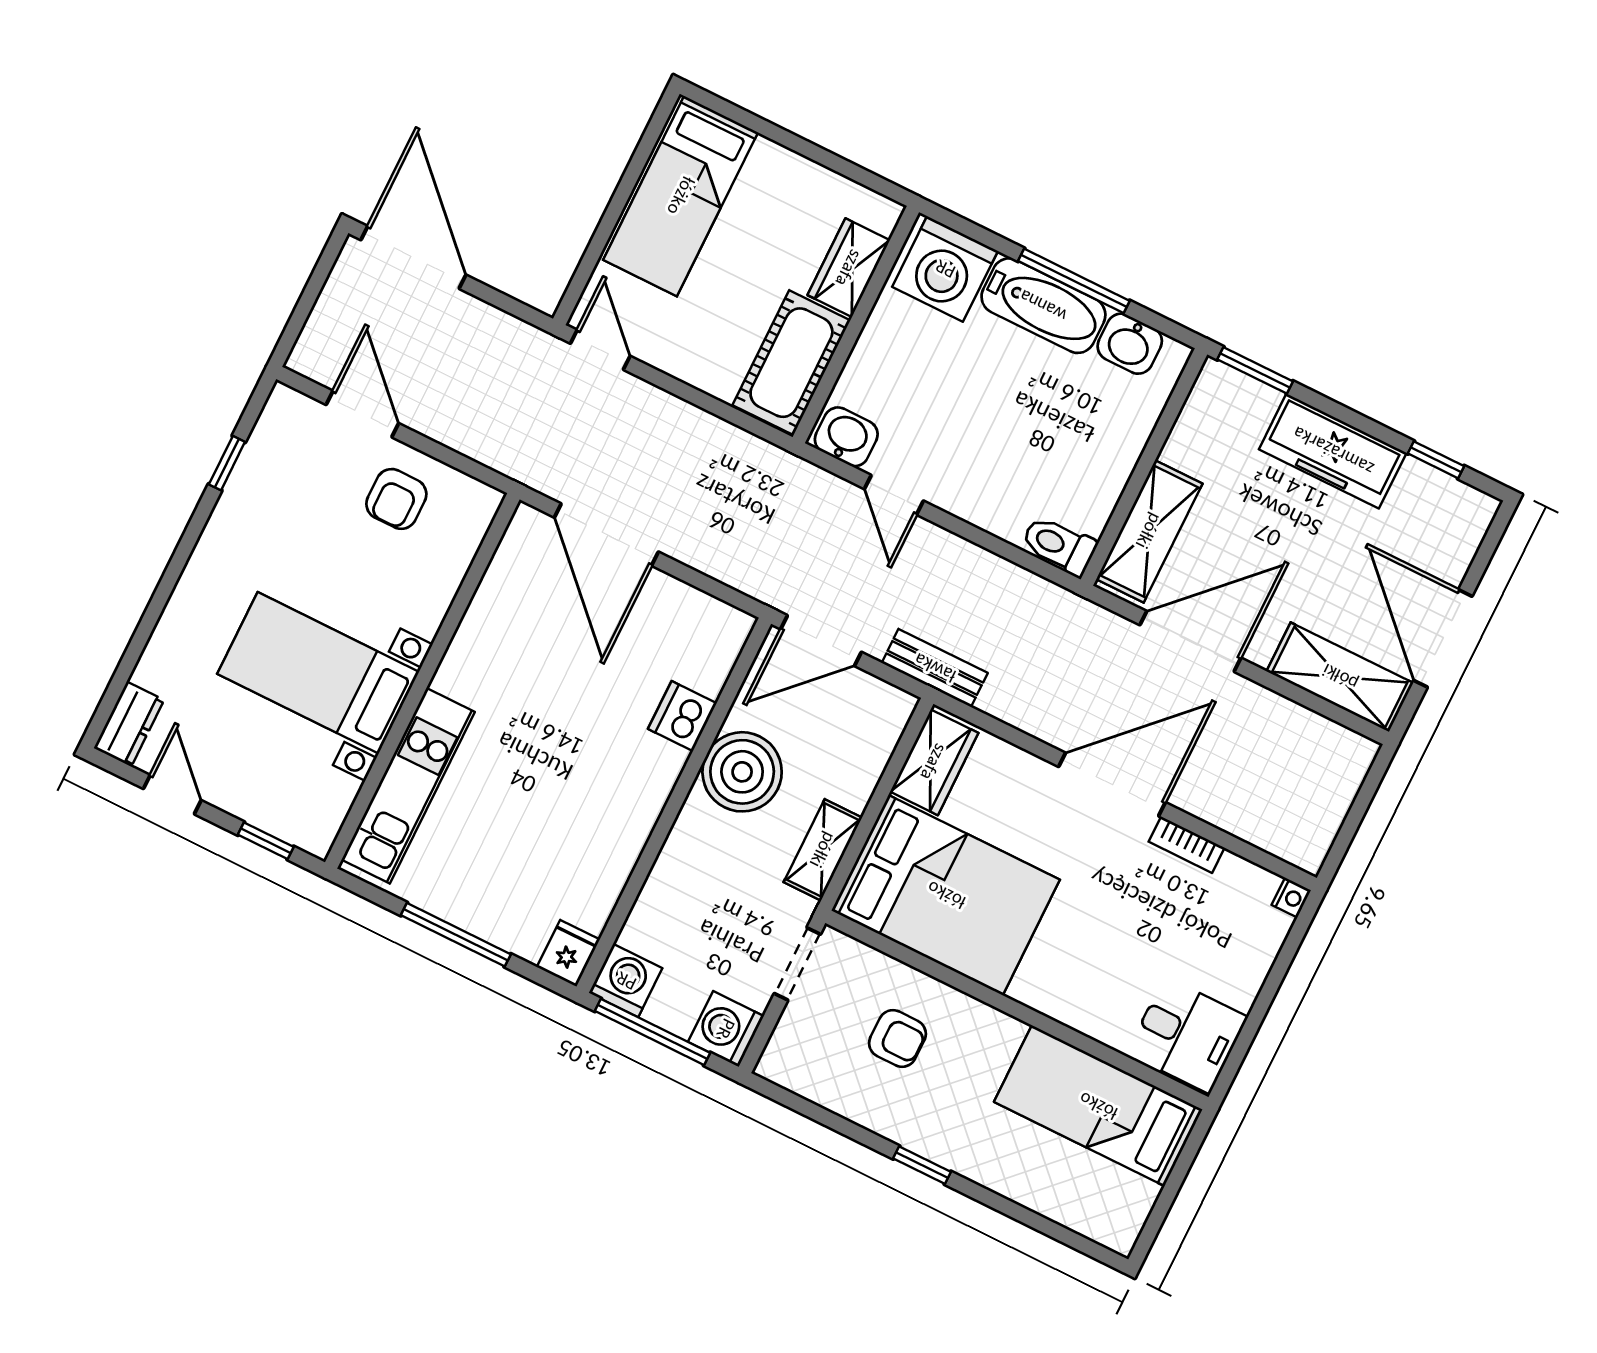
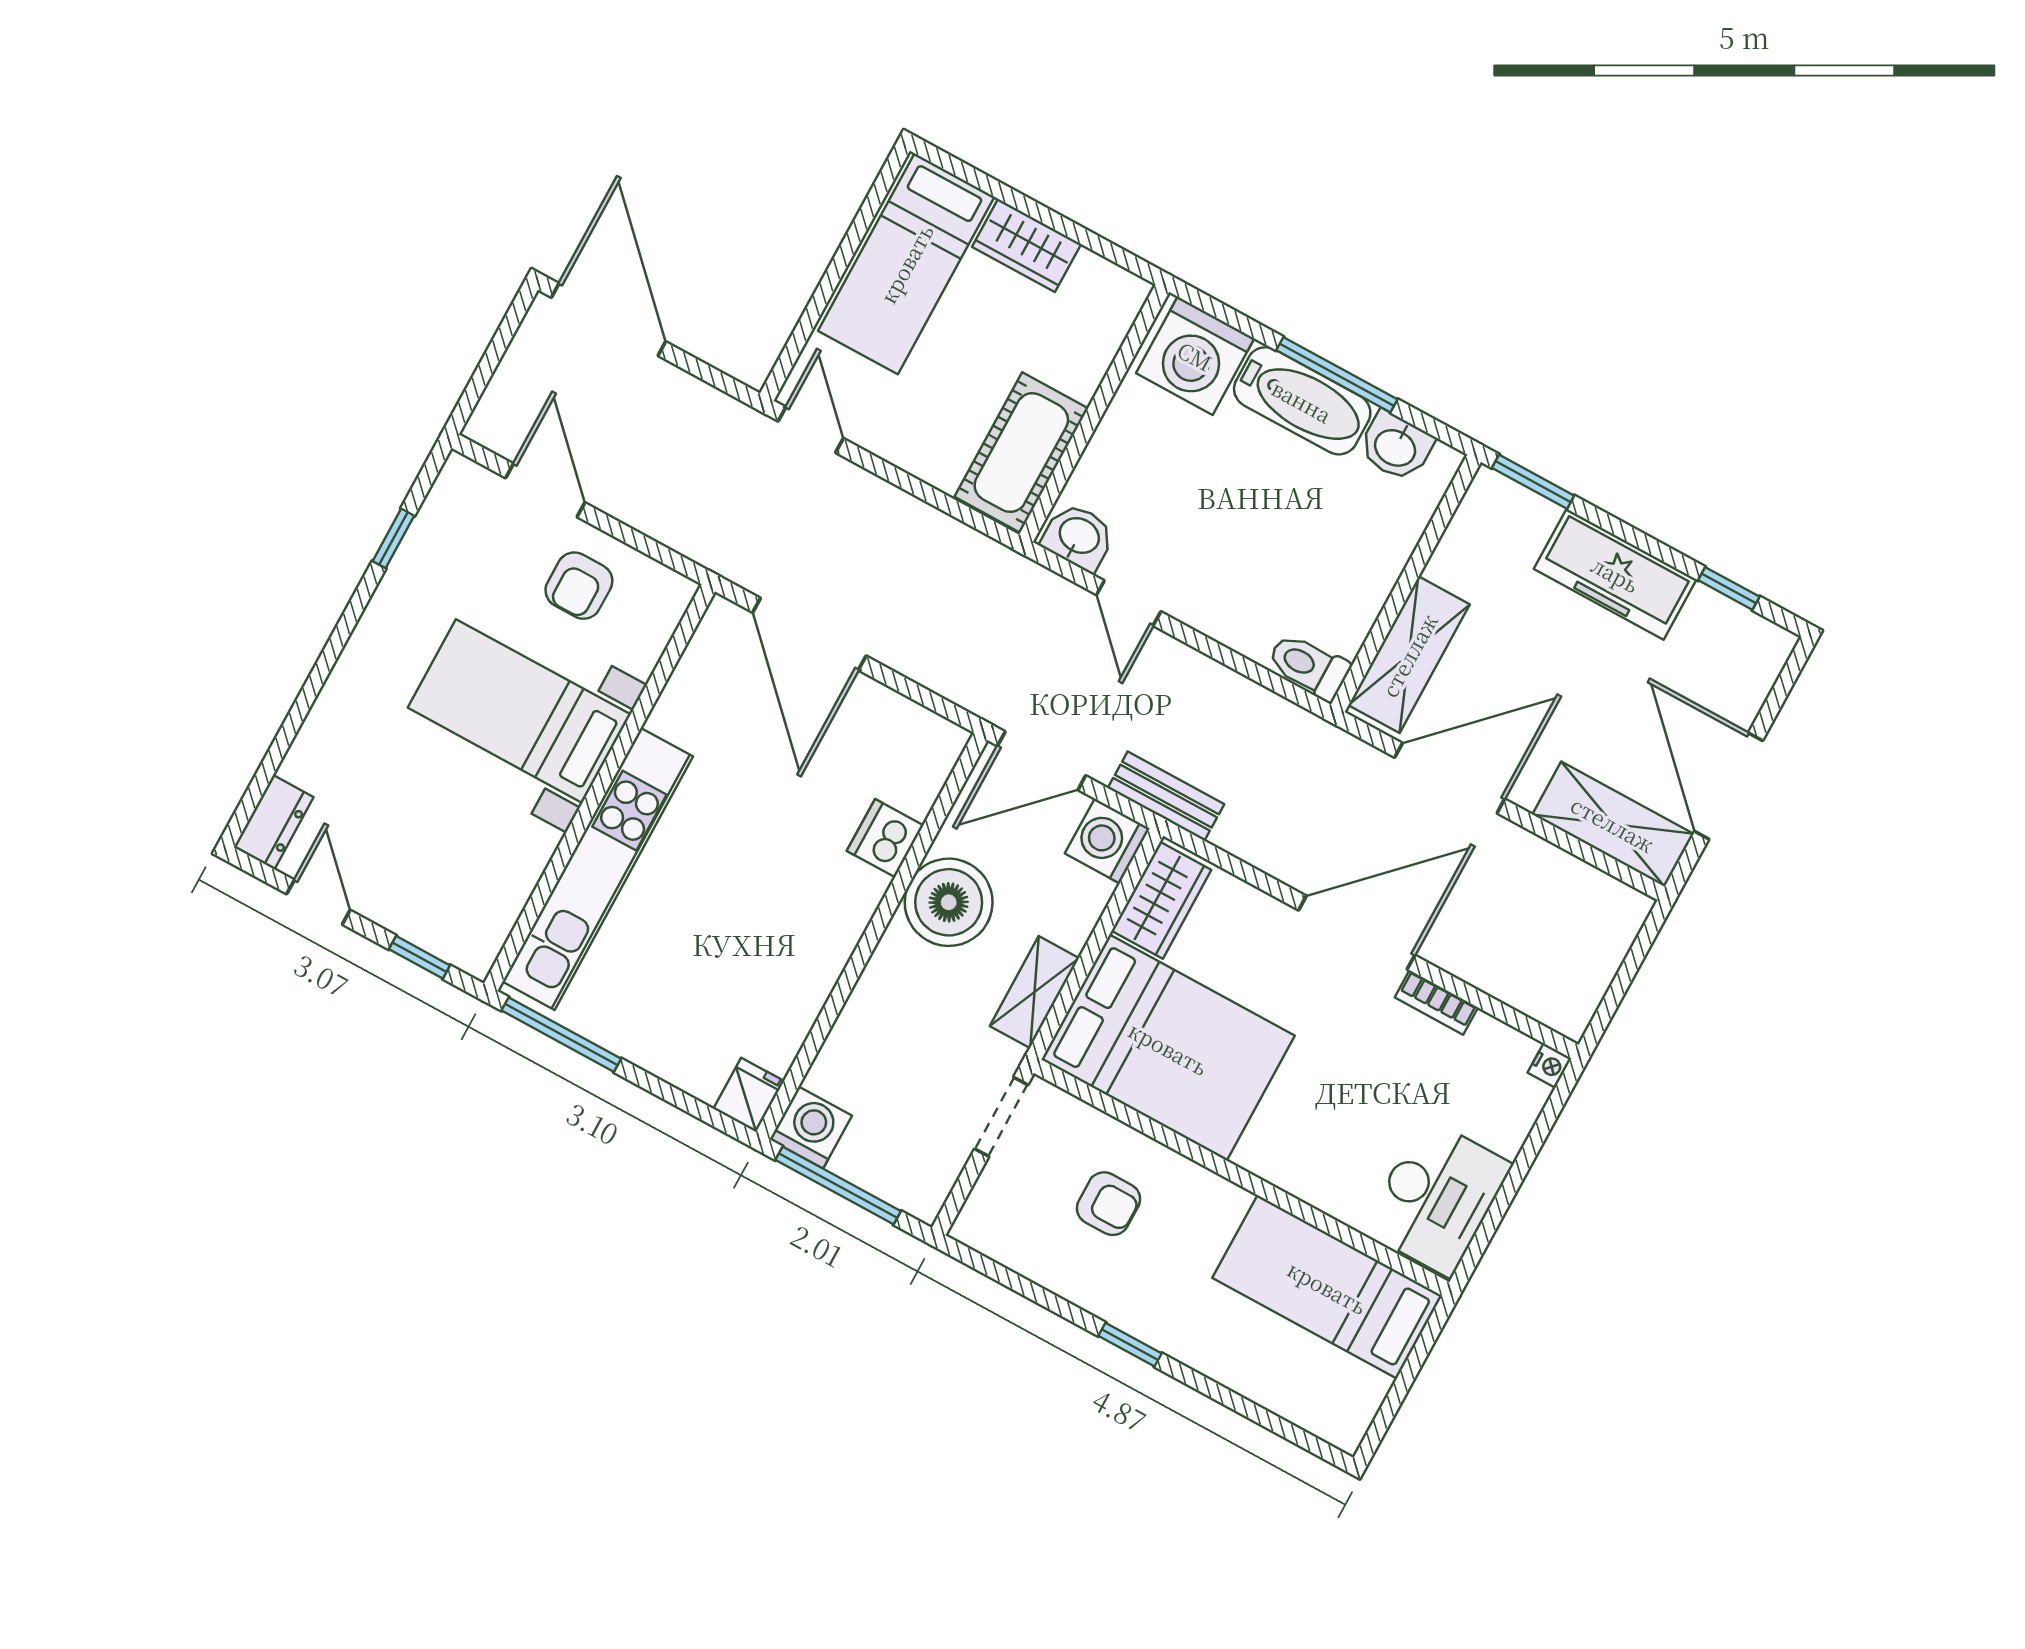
wardrobe: (849, 268) -> (1027, 245), moved, turned -90
bed with nightstands: (318, 673) -> (519, 711), moved
kitchen unit: (408, 786) -> (598, 869), width x1.36
window: (456, 935) -> (561, 1035), moved
washing machine: (726, 1029) -> (1107, 841), moved
desk: (1187, 1035) -> (1437, 1197), width x1.37

